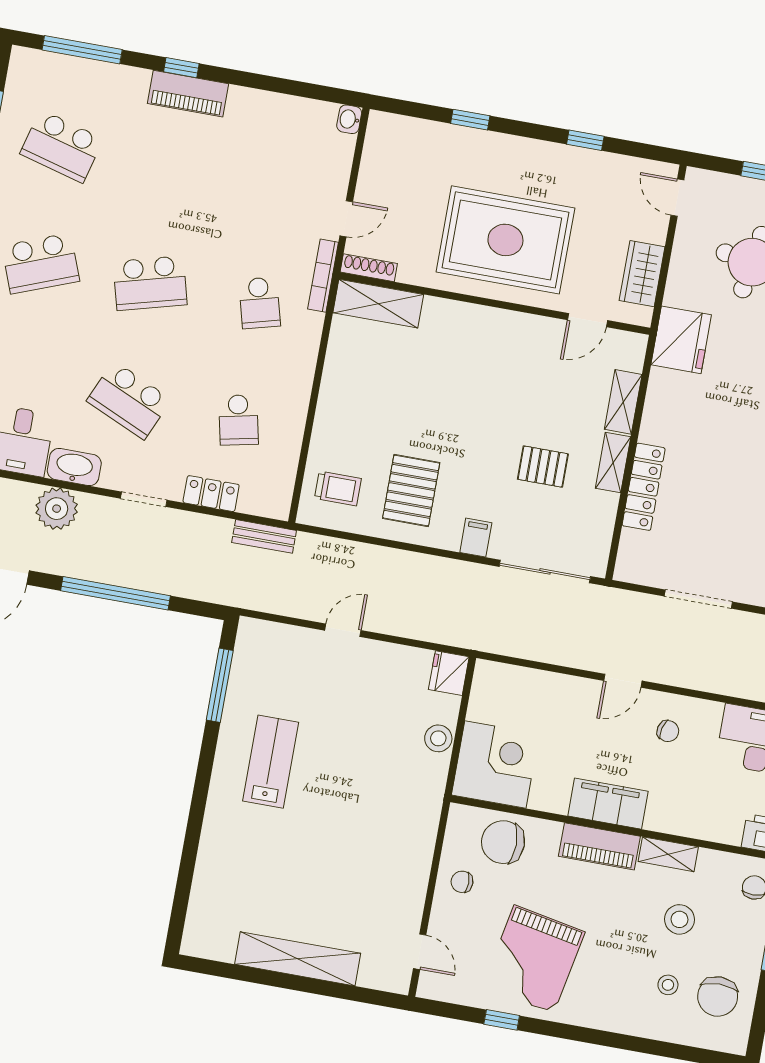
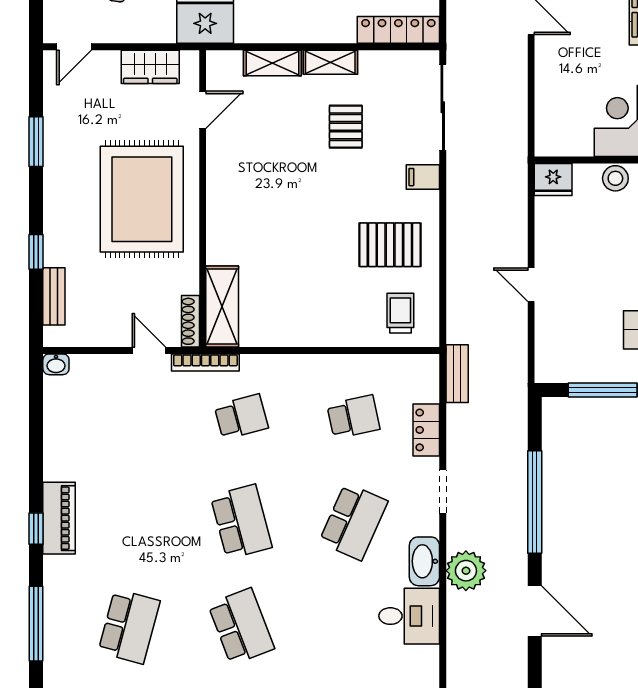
bench: (421, 130) -> (54, 296), added
window: (585, 140) -> (36, 142), width x1.50
door: (587, 320) -> (203, 110), hinge flipped
locker: (644, 487) -> (398, 30), moved

